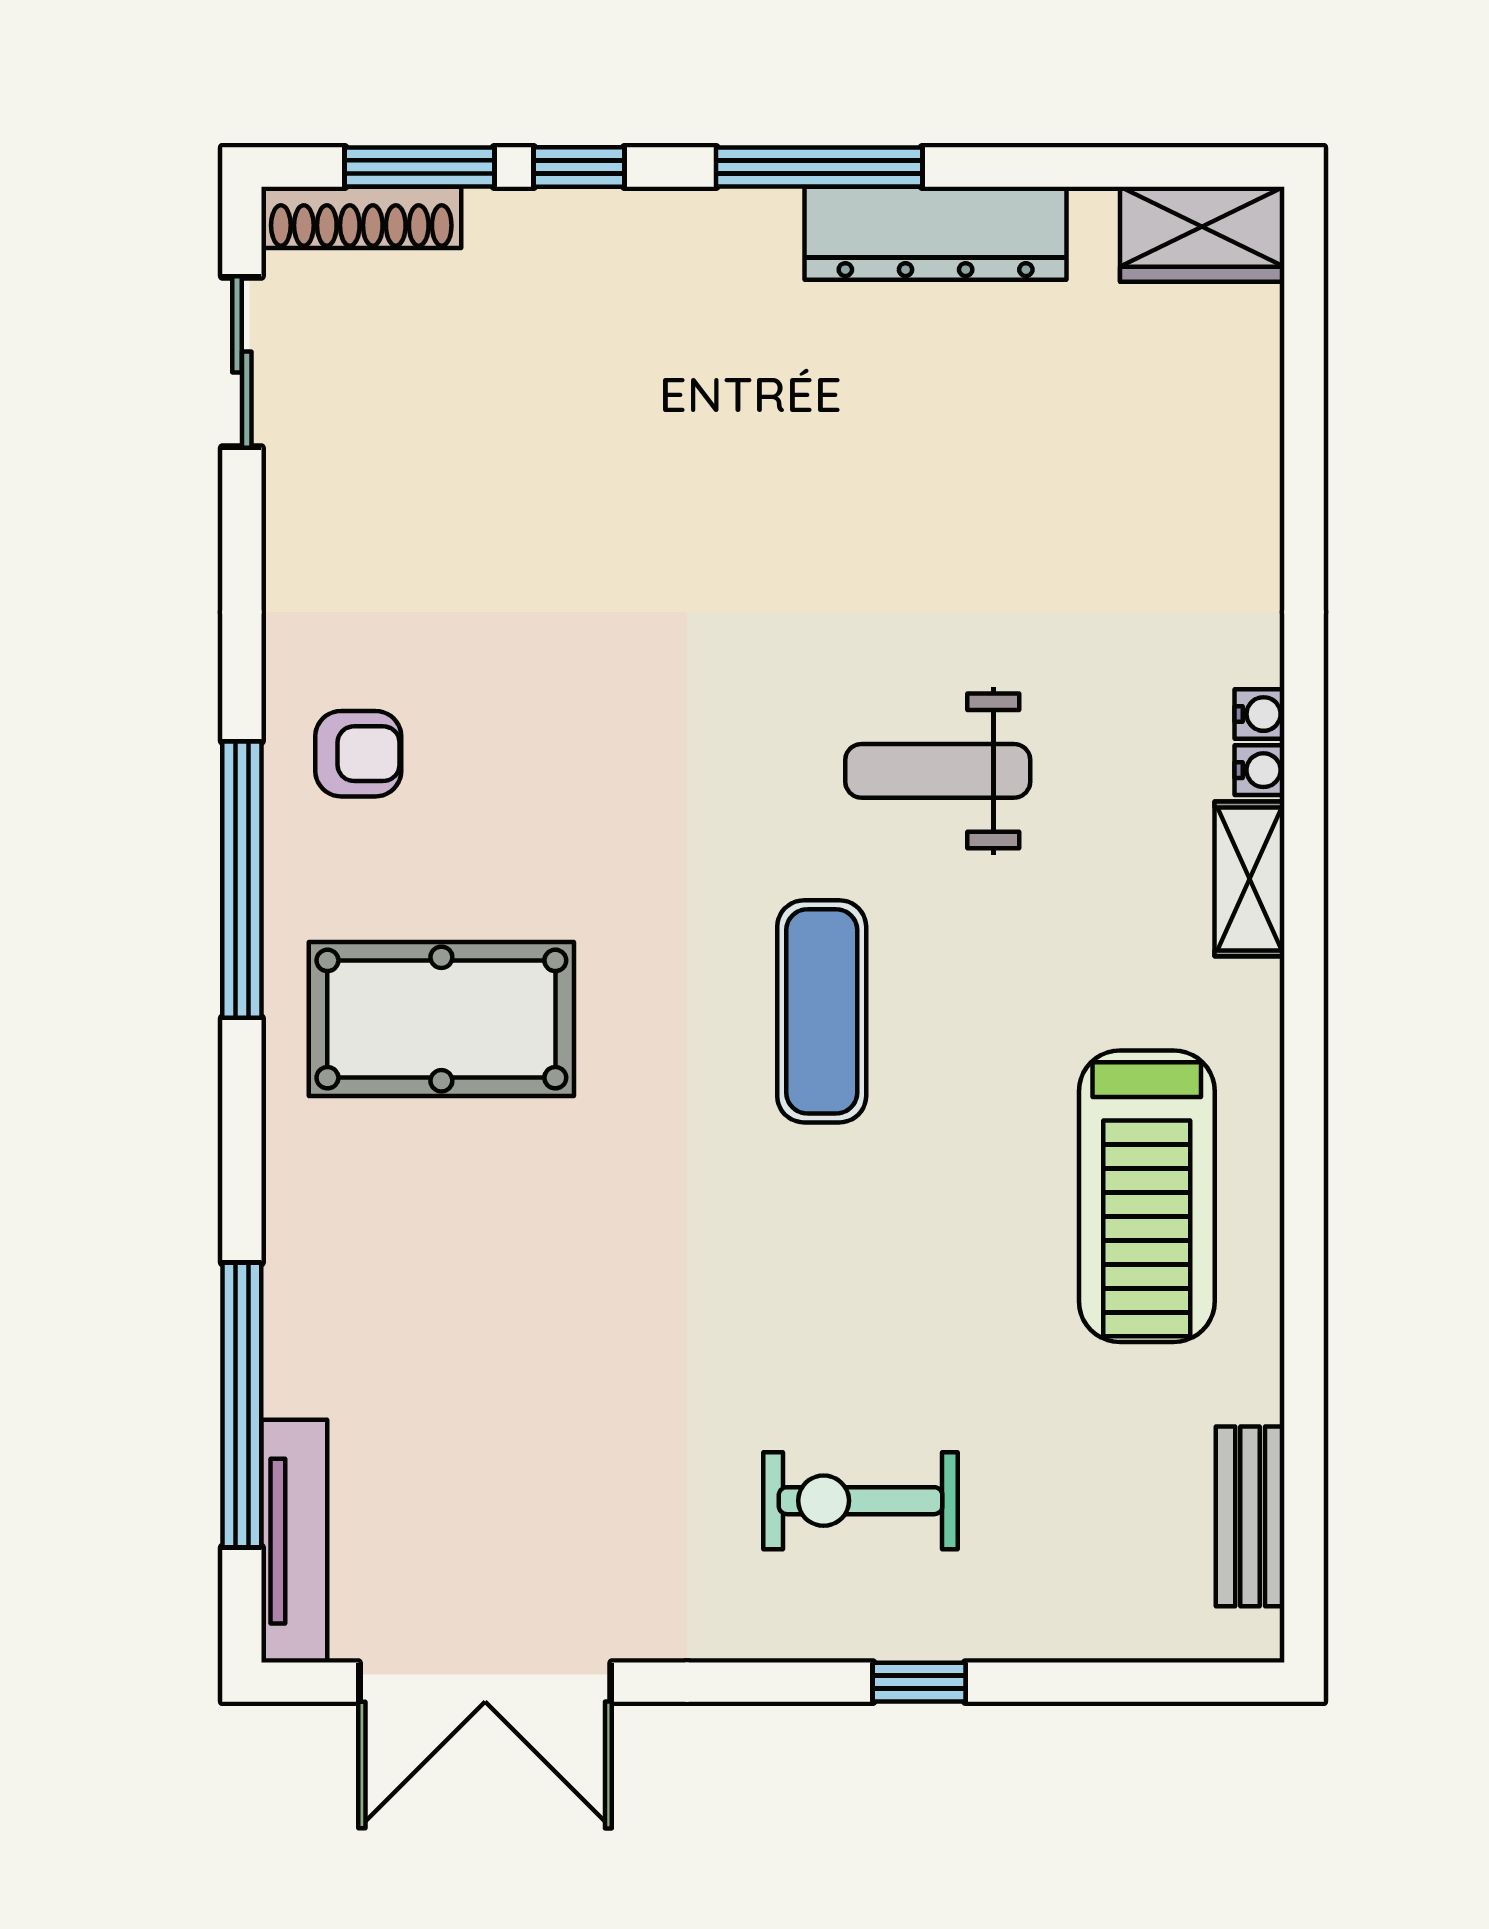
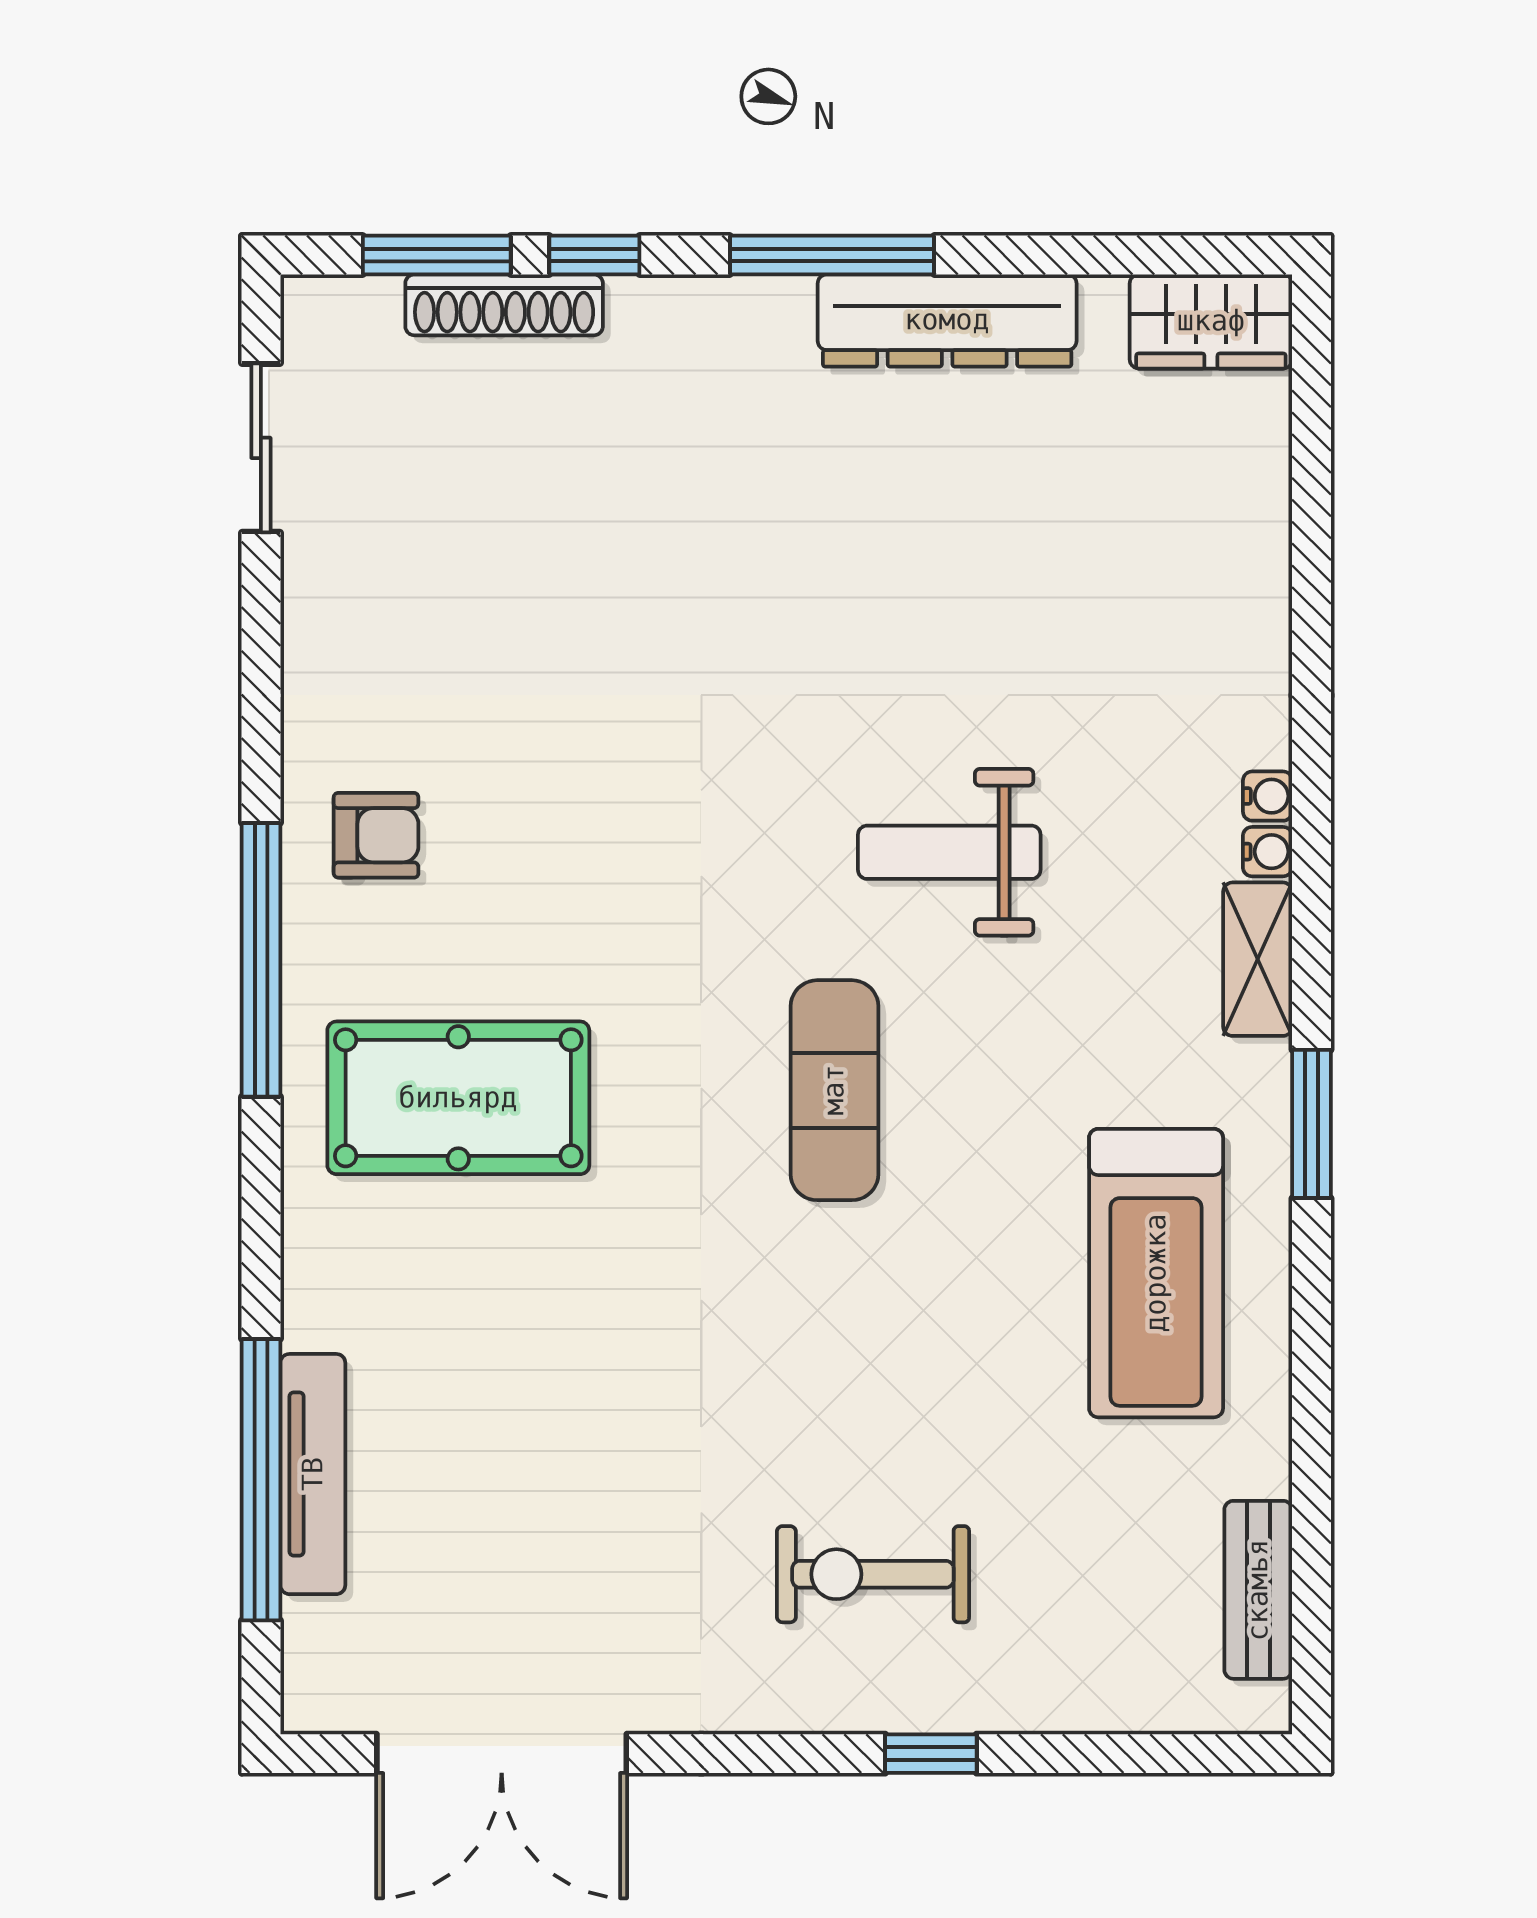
shoe rack: (361, 217) -> (504, 305), moved
window: (1304, 1045) -> (1312, 1124), added
tv unit: (294, 1541) -> (313, 1474), moved

